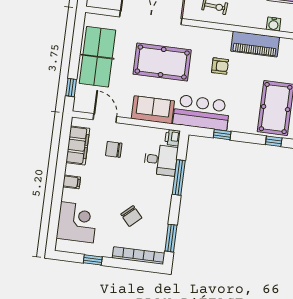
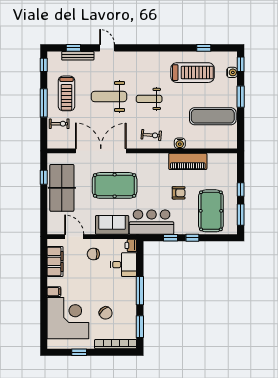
water cooler: (274, 24) -> (180, 143), moved
armchair: (220, 66) -> (179, 193), moved
window: (71, 88) -> (44, 177), moved
window: (274, 141) -> (192, 238), moved
chair: (114, 149) -> (93, 254), moved
window: (179, 177) -> (140, 291), moved
corner desk: (77, 222) -> (68, 318), width x1.36, depth x1.36

